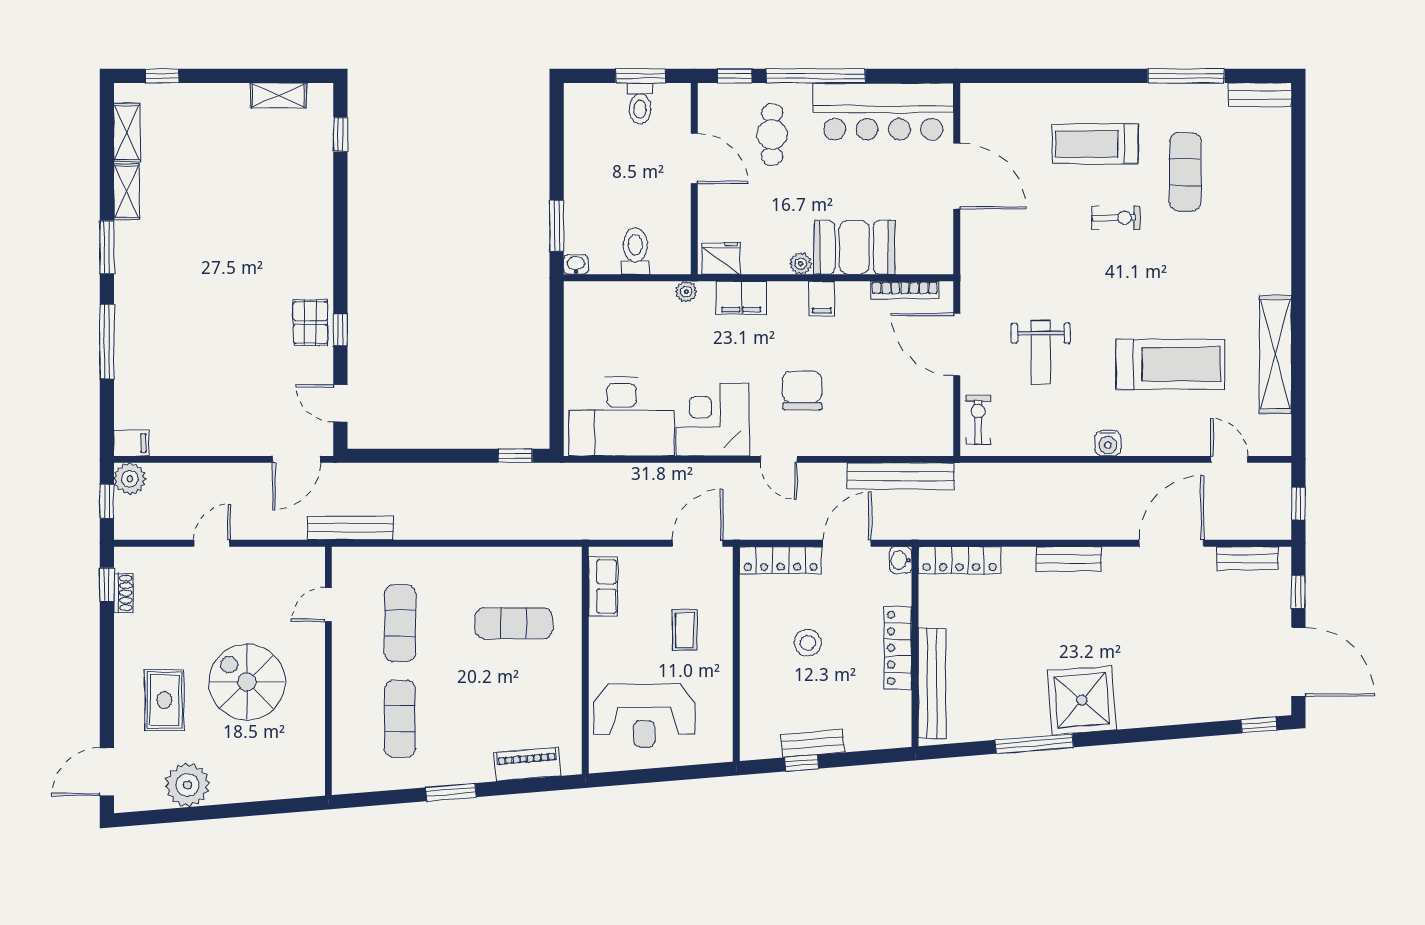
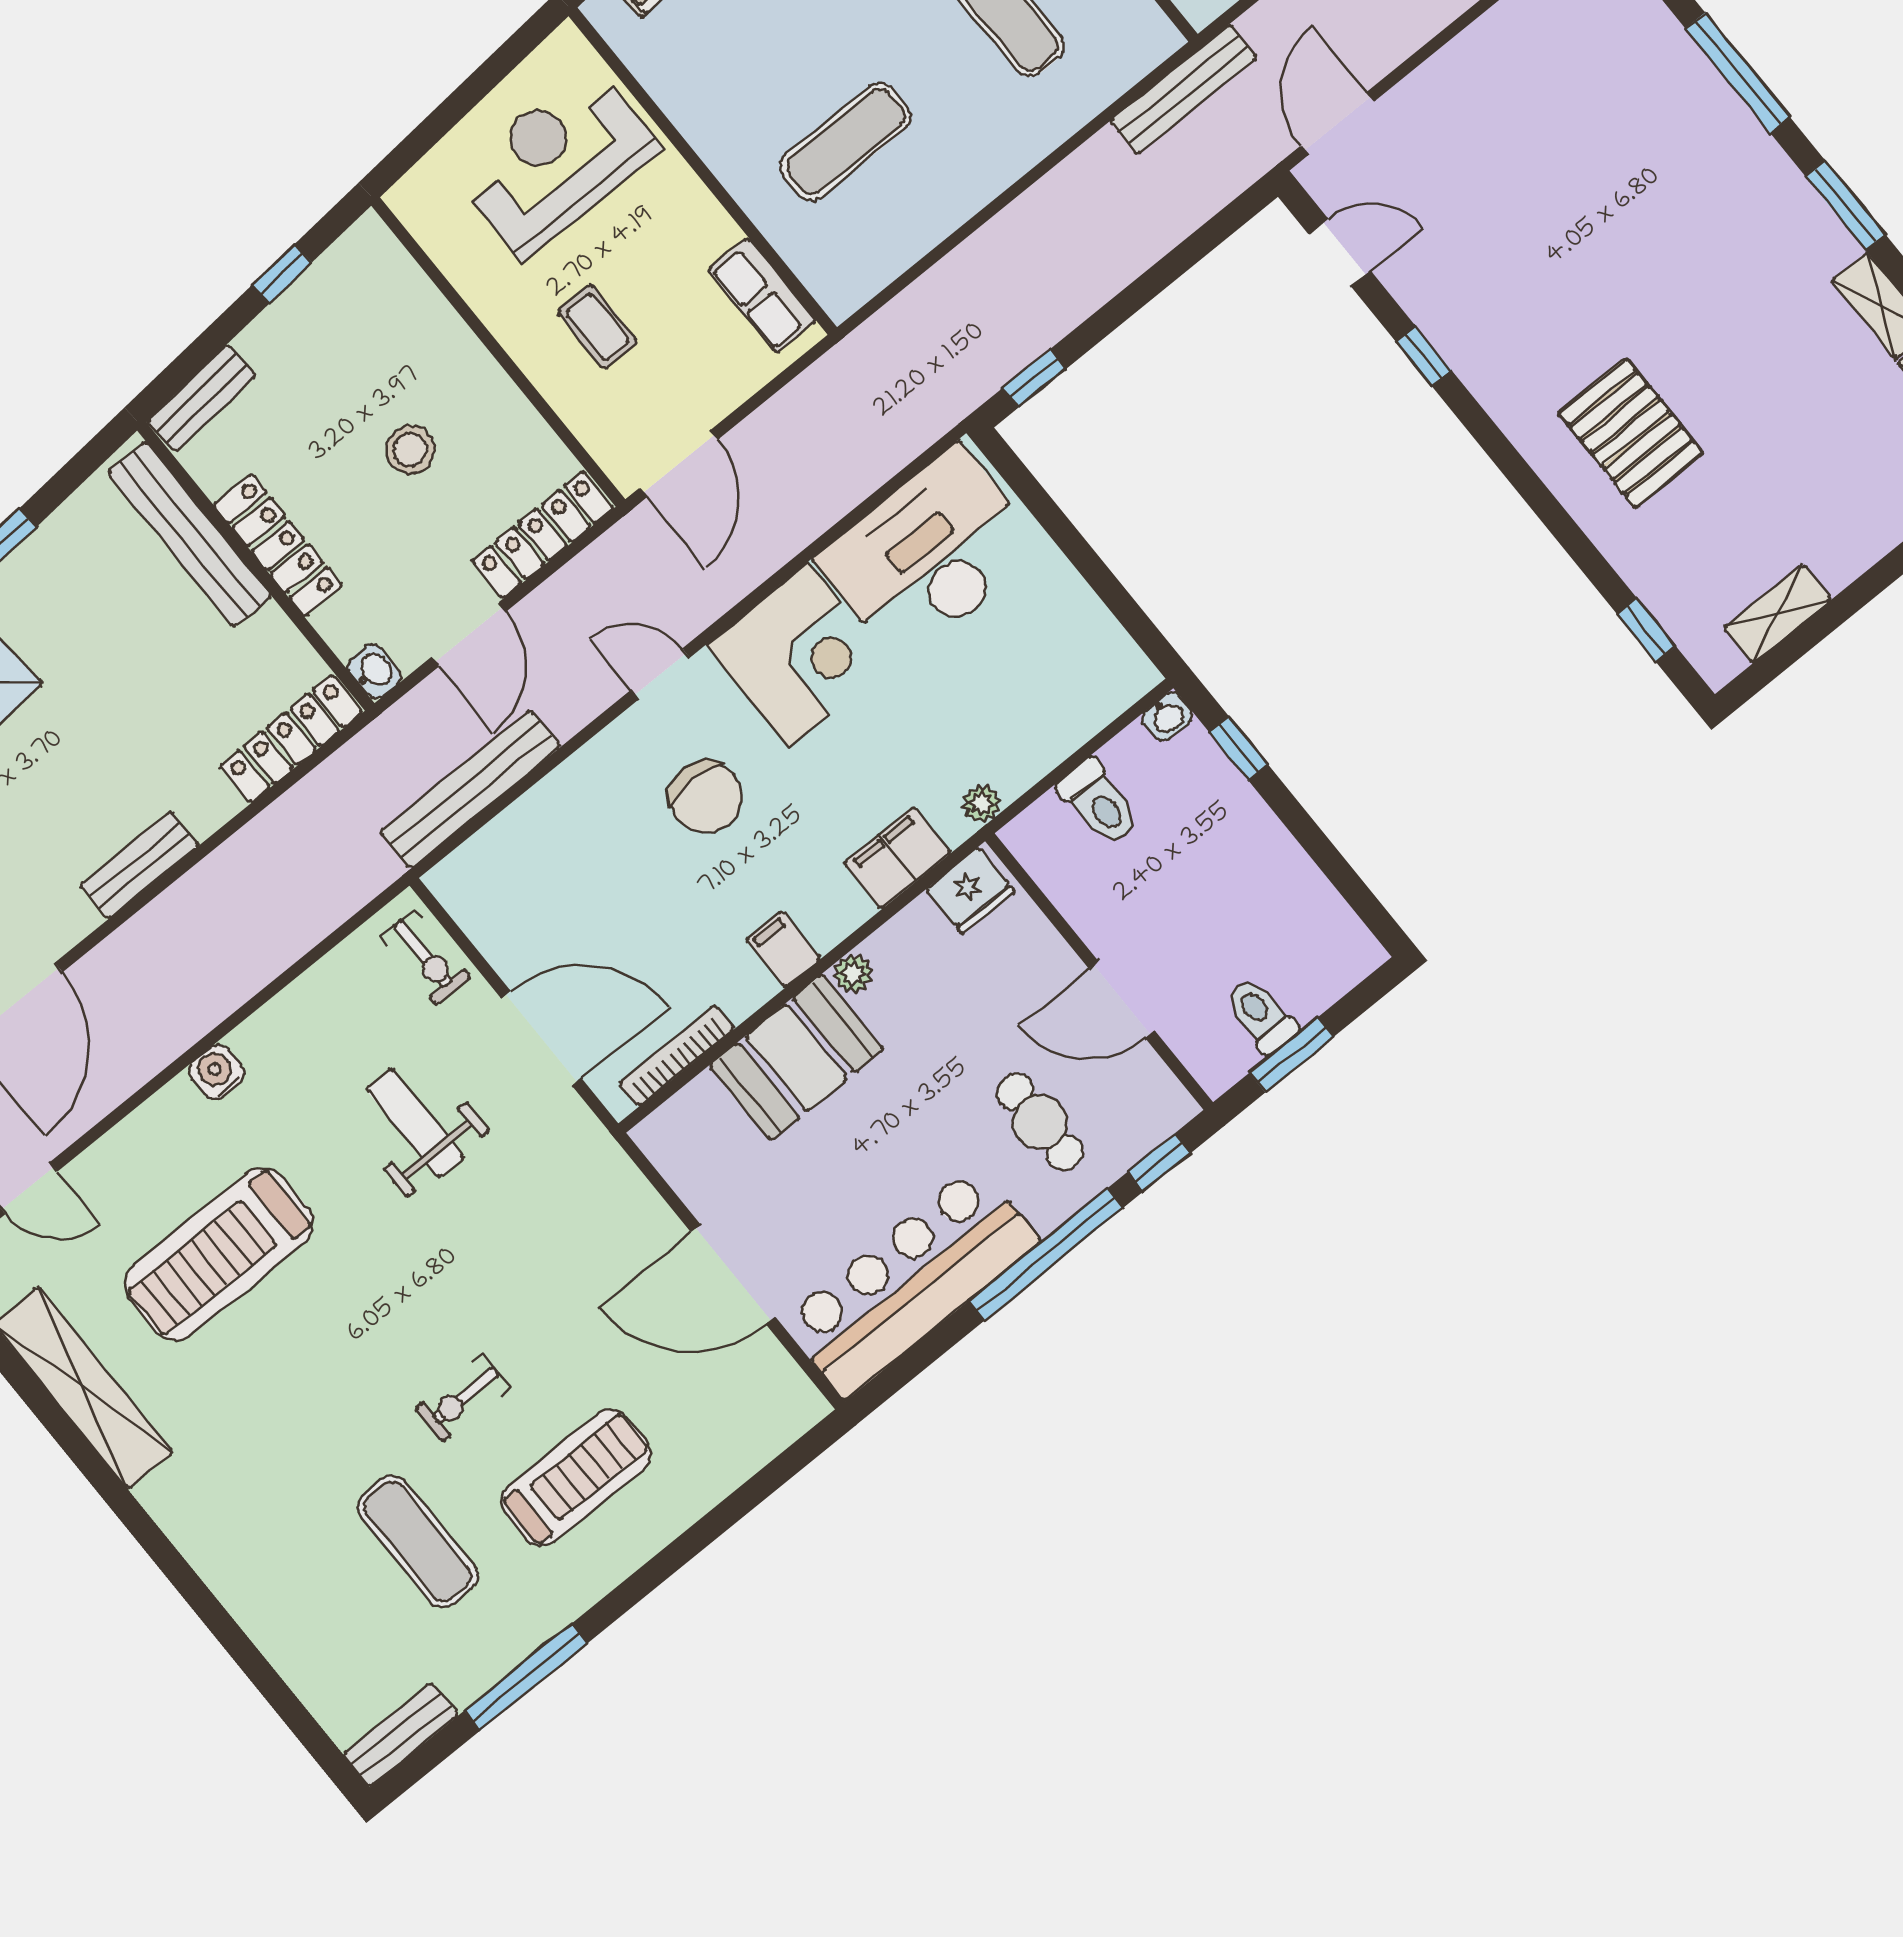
window: (557, 226) -> (1239, 748), width x0.67
pallet: (310, 323) -> (1631, 433), moved, width x1.50, depth x1.42
bench: (813, 743) -> (201, 398), moved

